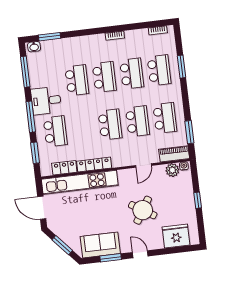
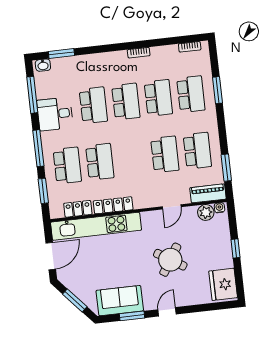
desk: (46, 101) -> (55, 114), moved
school desk: (110, 125) -> (100, 162), moved
door: (42, 208) -> (51, 256), swing flipped
fridge: (176, 236) -> (223, 284), moved, turned -90
door: (140, 254) -> (167, 312), hinge flipped

